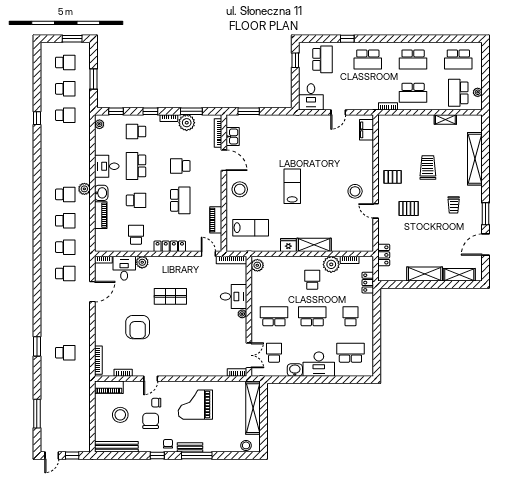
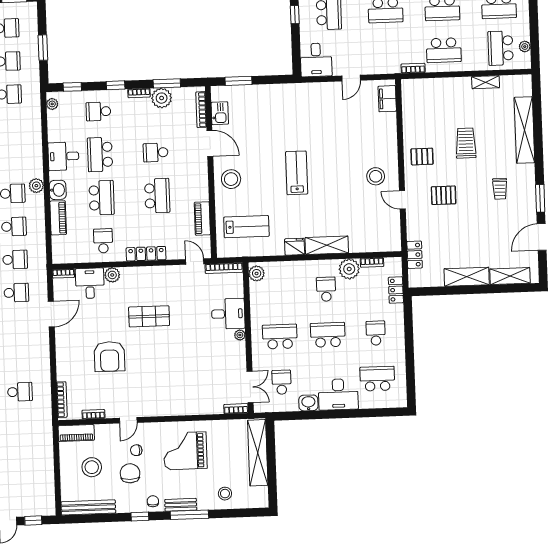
school desk: (136, 200) -> (102, 198), width x1.85
stool: (246, 445) -> (225, 494), moved

